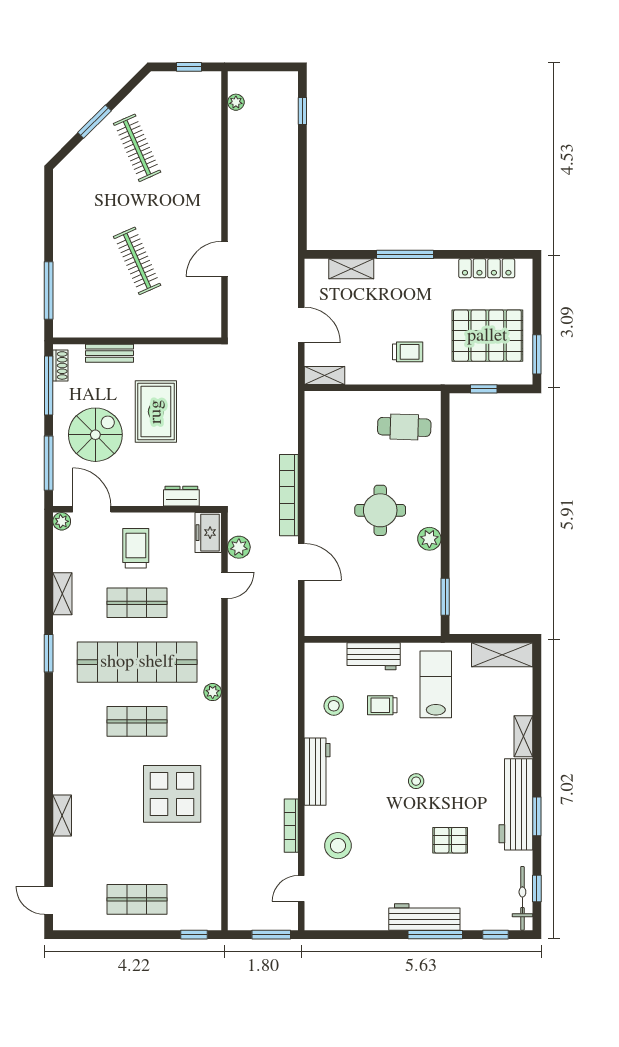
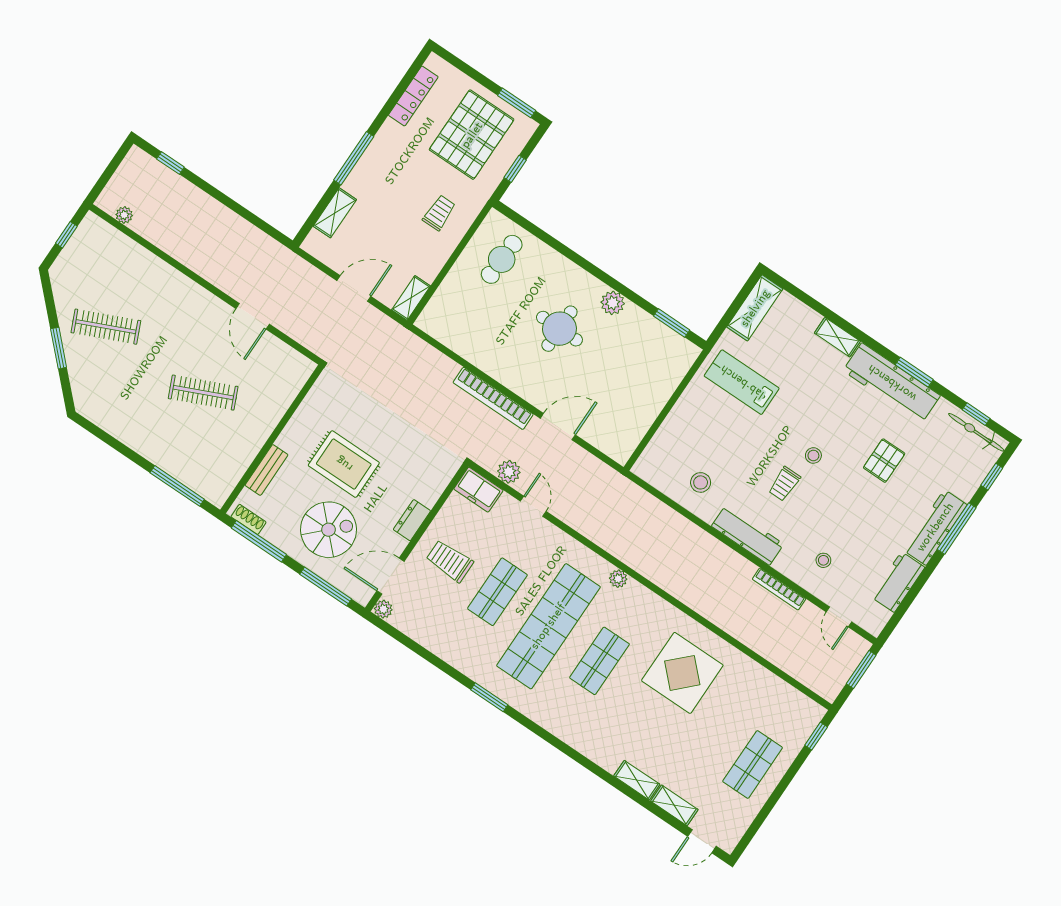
spiral stairs: (95, 435) -> (328, 530), turned 90
dresser: (181, 496) -> (412, 520), moved
shelving: (62, 594) -> (674, 805), moved
workbench: (374, 656) -> (898, 582), moved, turned 180
trolley: (382, 705) -> (784, 484), moved
stool: (338, 846) -> (823, 560), width x0.53, depth x0.53

